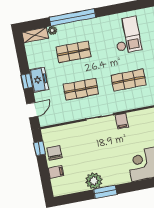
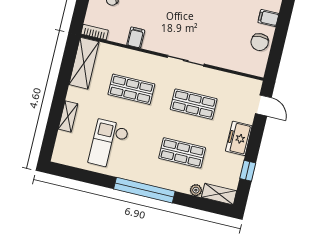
window: (73, 17) -> (144, 190), moved
window: (27, 81) -> (248, 171), moved
door: (32, 110) -> (263, 105), swing flipped
filing cabinet: (122, 121) -> (136, 38), moved
window: (40, 148) -> (275, 55), removed

